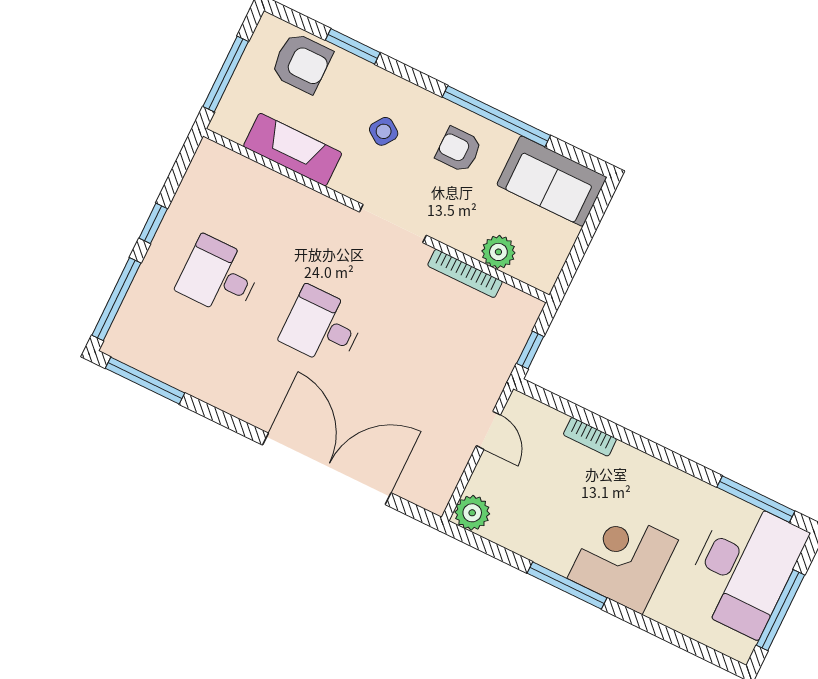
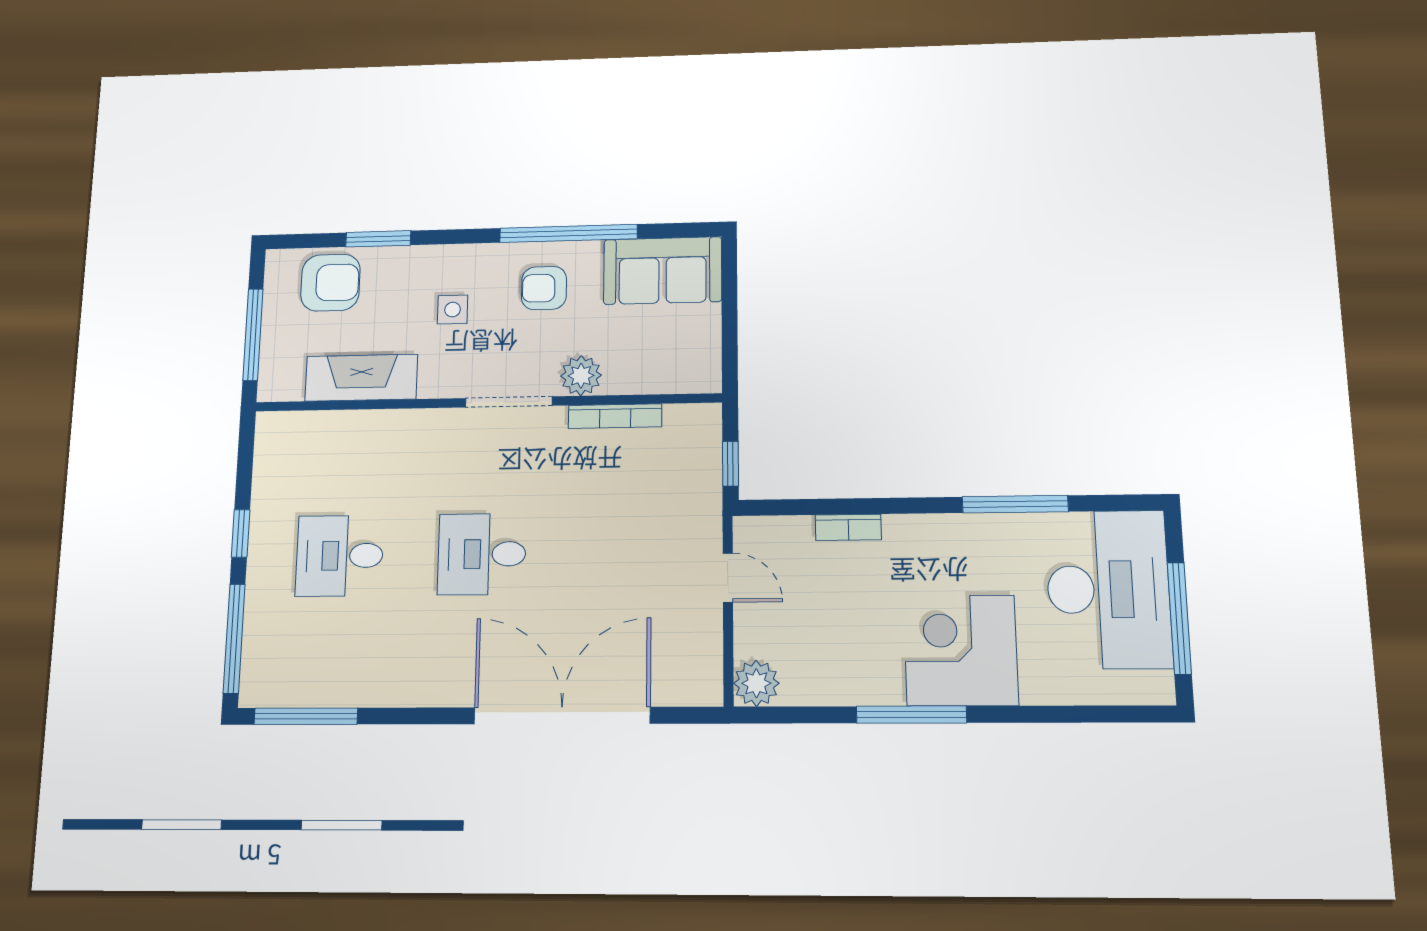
side table: (384, 131) -> (453, 310), turned -35
plant: (498, 252) -> (581, 376), moved
window: (756, 499) -> (1015, 504), moved

